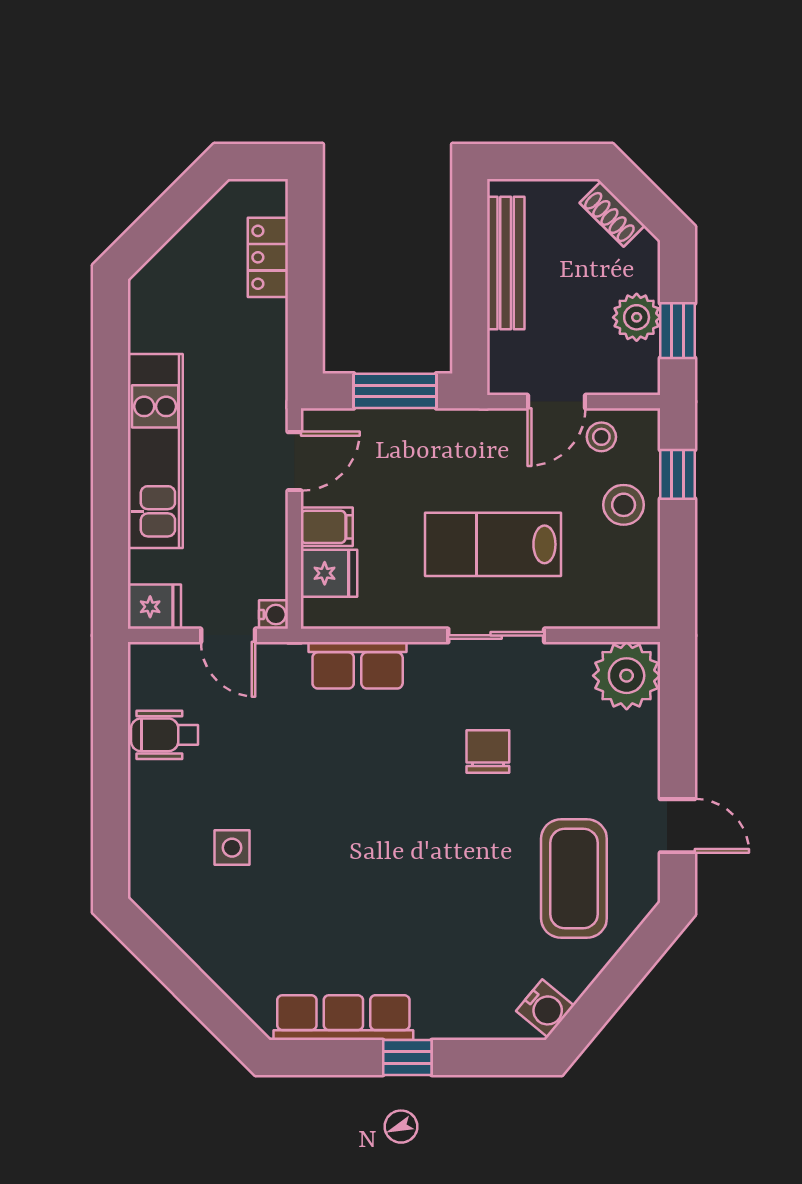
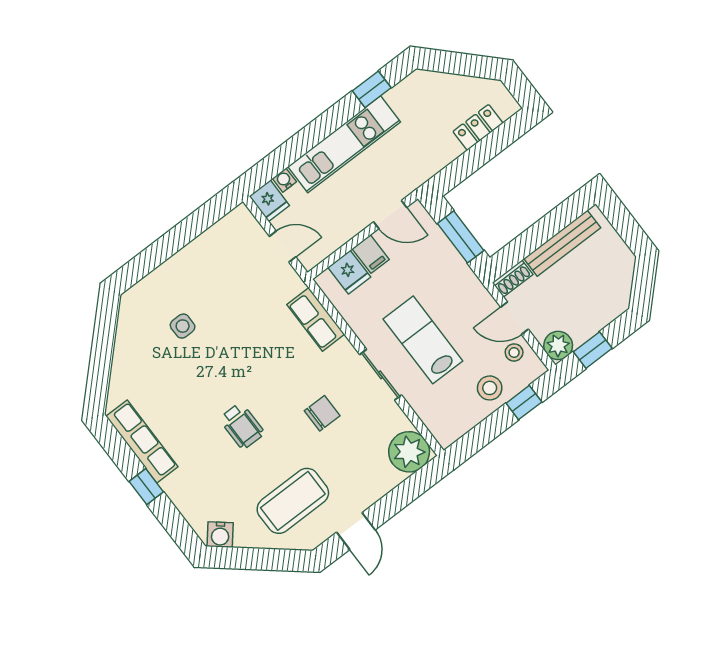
shoe rack: (612, 214) -> (513, 278), moved, turned -135
plant: (637, 317) -> (558, 345), moved
window: (110, 359) -> (372, 89), added
water cooler: (274, 615) -> (284, 180), moved, turned 180
door: (228, 635) -> (283, 247), swing flipped
wheelchair: (165, 735) -> (242, 426), moved, turned 180

